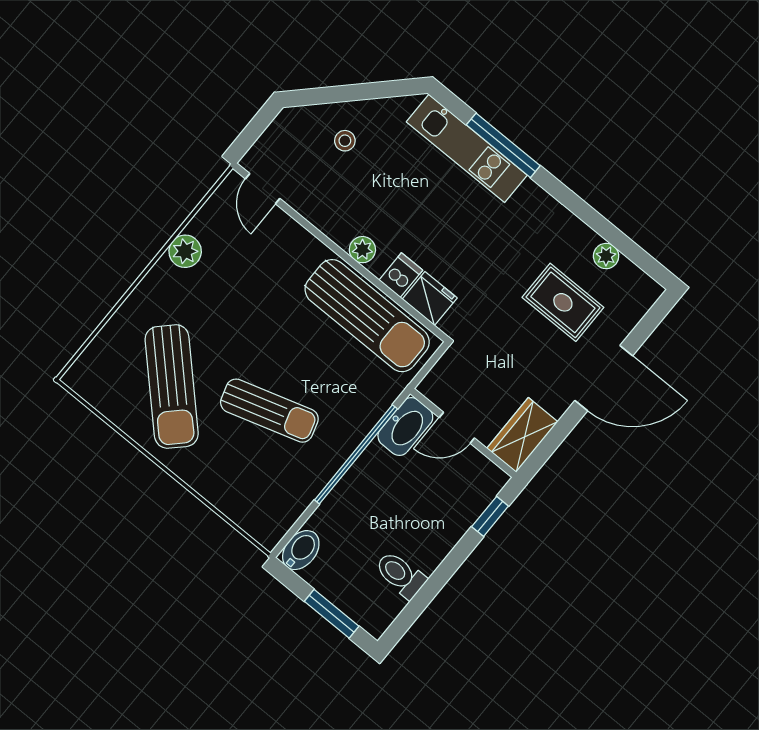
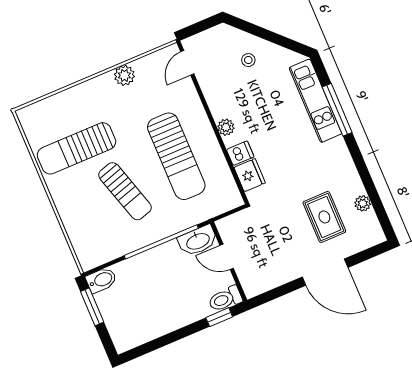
sun lounger: (367, 316) -> (176, 156), moved
sun lounger: (172, 387) -> (77, 148), turned 45
wardrobe: (522, 435) -> (262, 280), removed
toilet: (400, 575) -> (225, 299), moved, turned -90
window: (332, 614) -> (92, 307), moved

